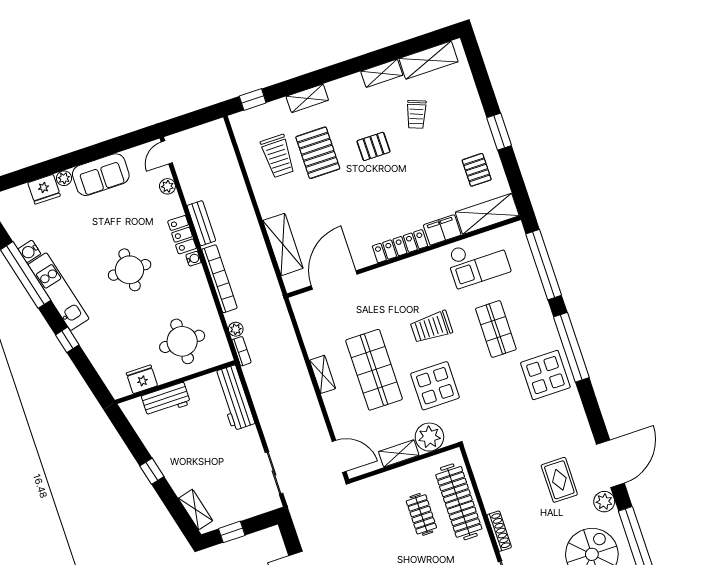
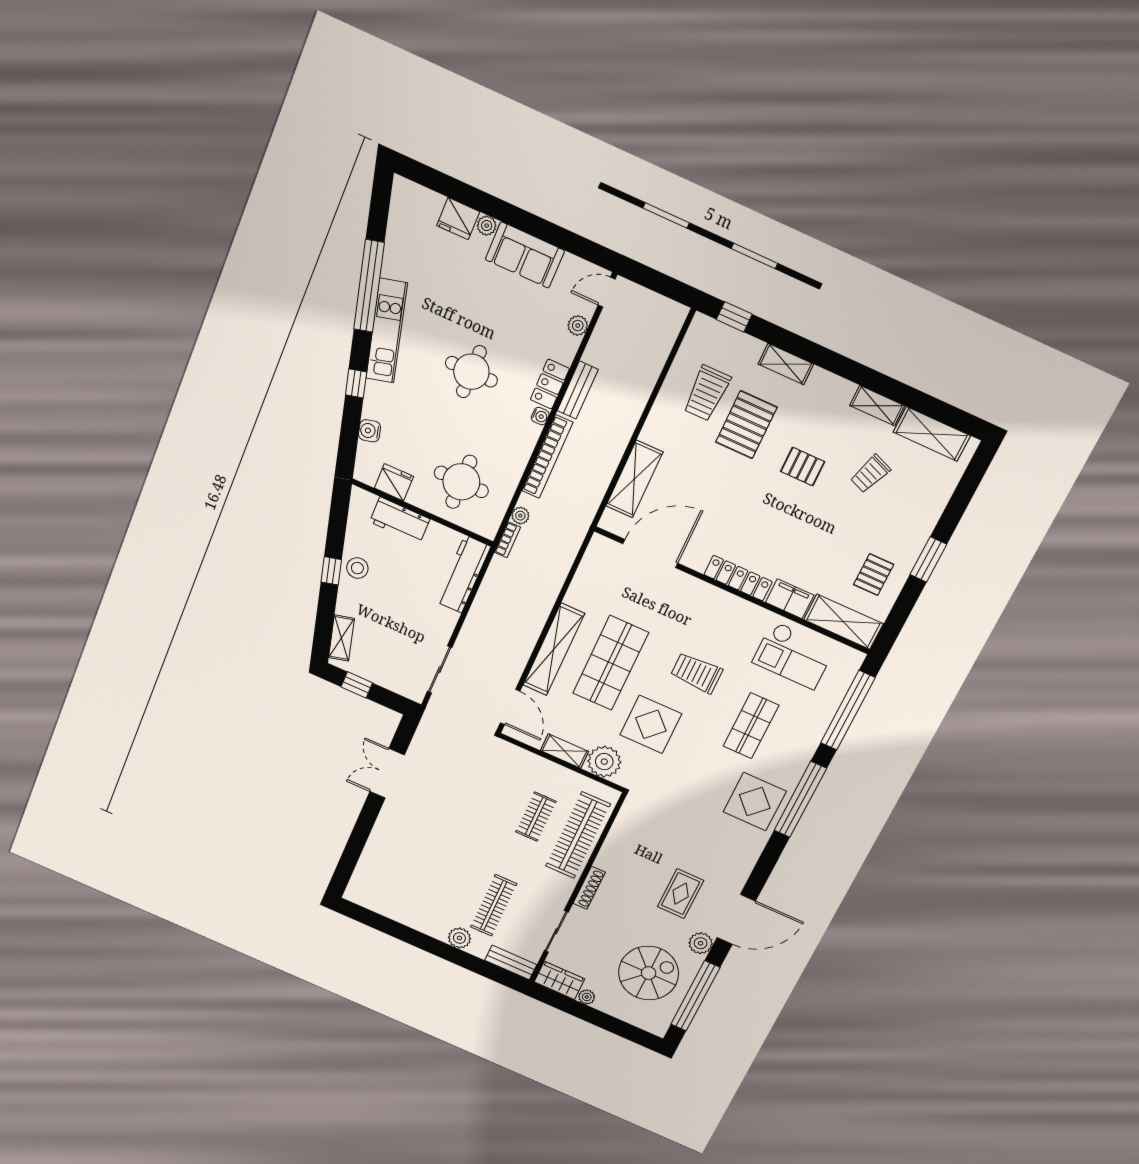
water cooler: (29, 251) -> (370, 431), moved
shelving: (323, 374) -> (554, 649), width x2.20, depth x1.33
stool: (166, 454) -> (357, 568), added

